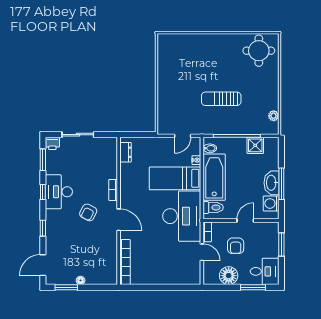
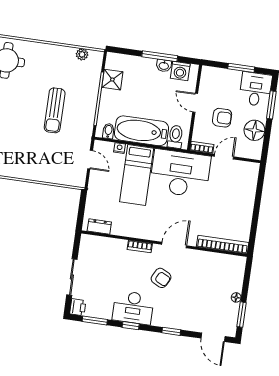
washbasin: (272, 183) -> (164, 66), width x0.52, depth x0.69
window: (281, 245) -> (241, 68), moved

